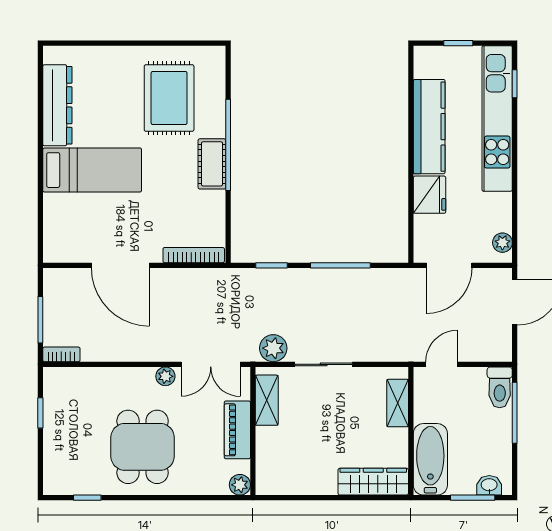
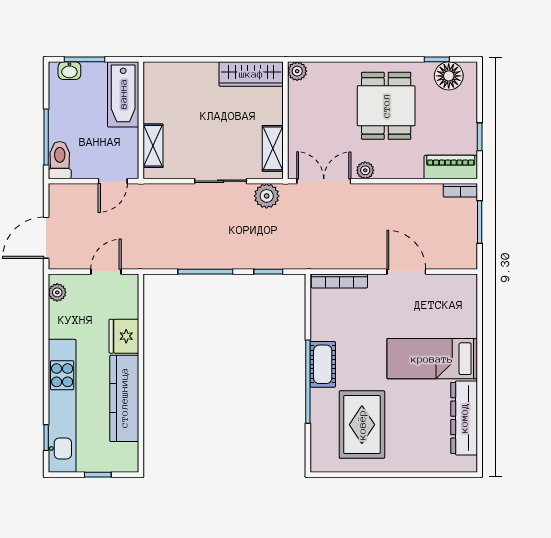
door: (120, 265) -> (406, 272), width x0.73
door: (449, 265) -> (106, 272), width x0.73
piano: (237, 430) -> (451, 167), moved, turned -90
floor lamp: (74, 480) -> (449, 76), added
wardrobe: (373, 482) -> (251, 74), moved

